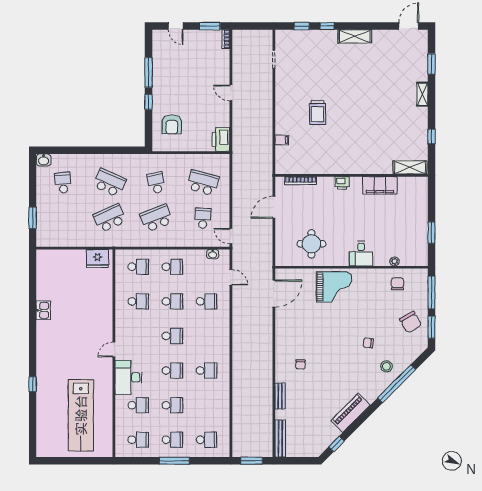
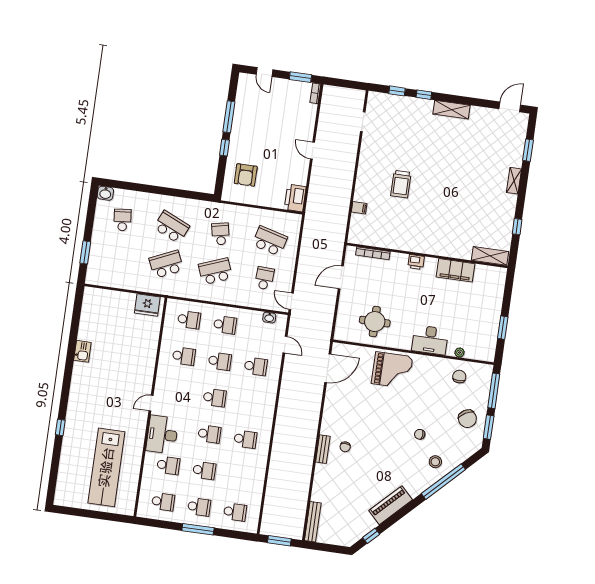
desk: (361, 254) -> (430, 340), width x1.37
bench: (280, 396) -> (323, 449), moved

